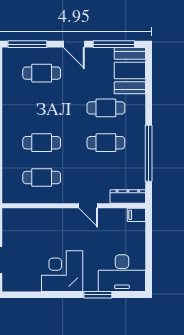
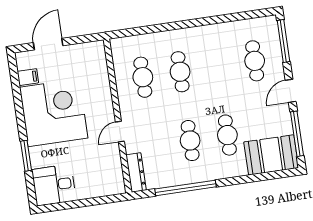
filing cabinet: (136, 215) -> (28, 77), moved, turned 90
corner desk: (62, 271) -> (54, 113), width x1.36, depth x1.36
desk: (122, 273) -> (54, 185), width x0.73

